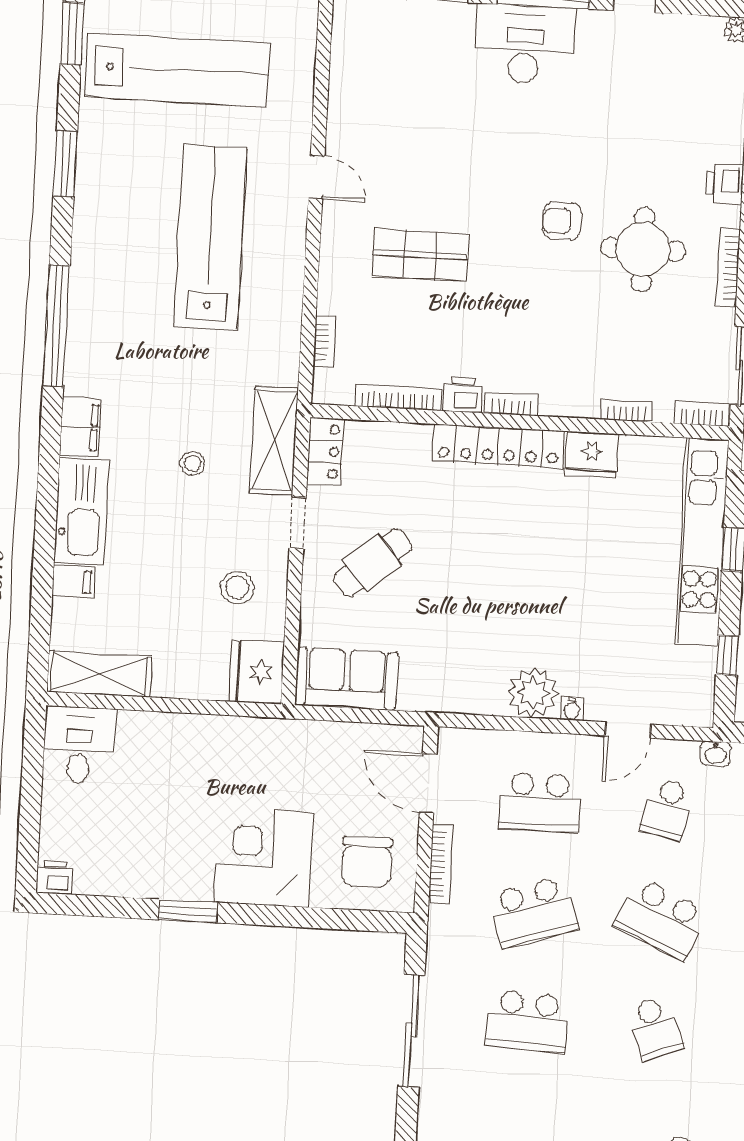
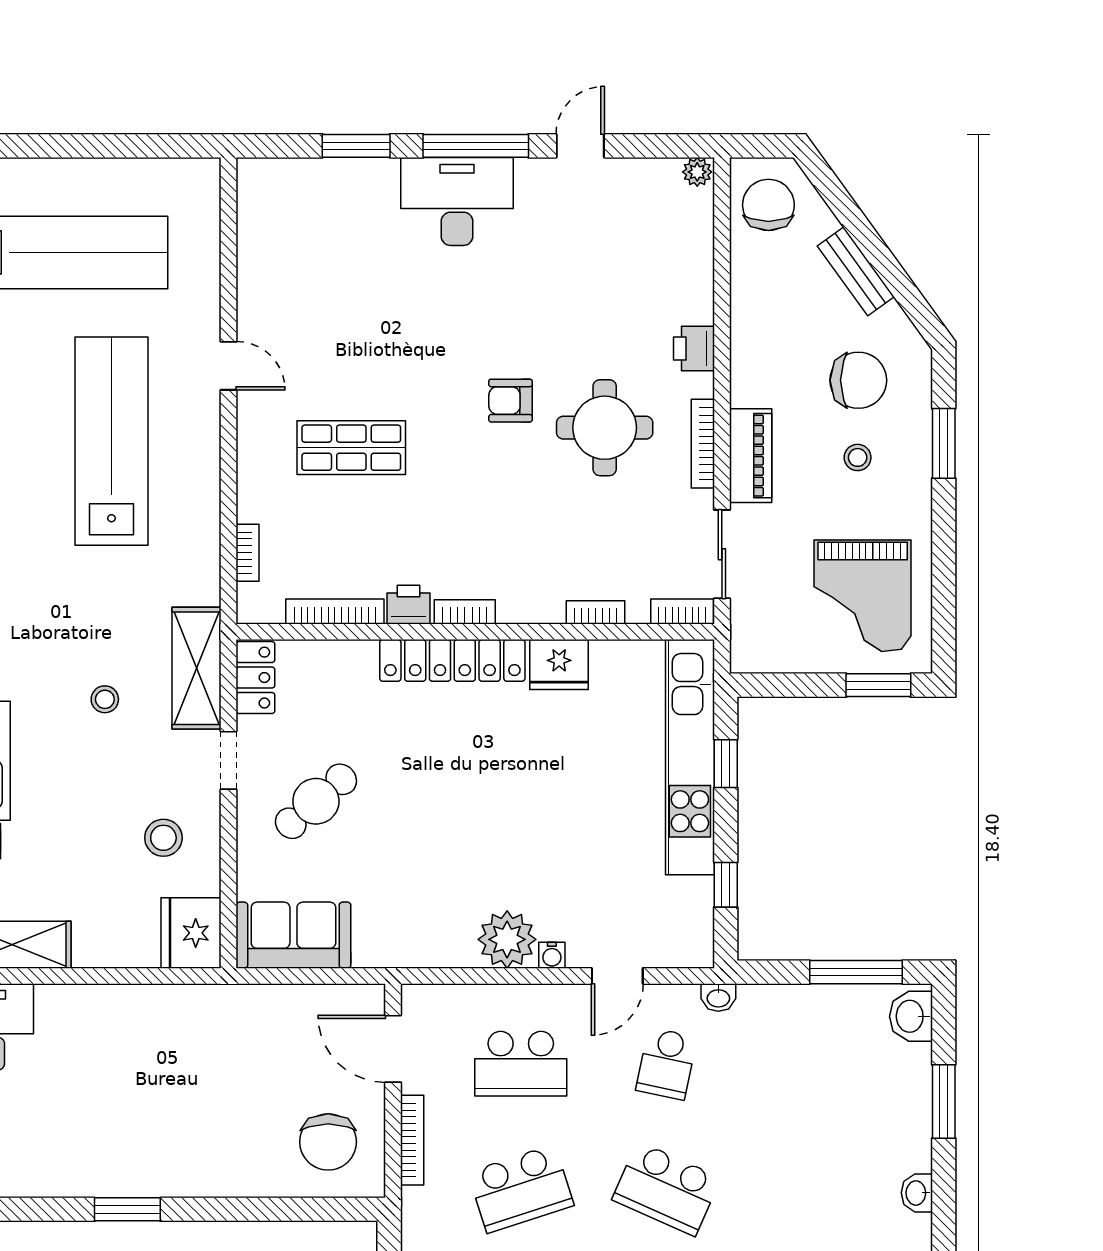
corner desk: (263, 858) -> (210, 1144), removed

